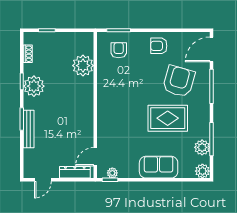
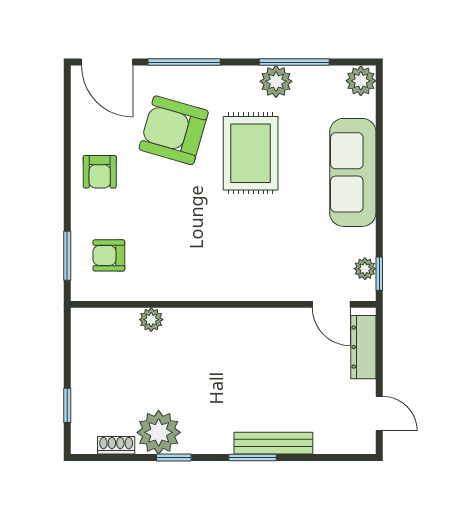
plant: (83, 66) -> (151, 320), width x0.53, depth x0.53
plant: (34, 86) -> (159, 432), moved
plant: (202, 147) -> (276, 81), moved
sofa: (159, 167) -> (353, 172), width x1.36

